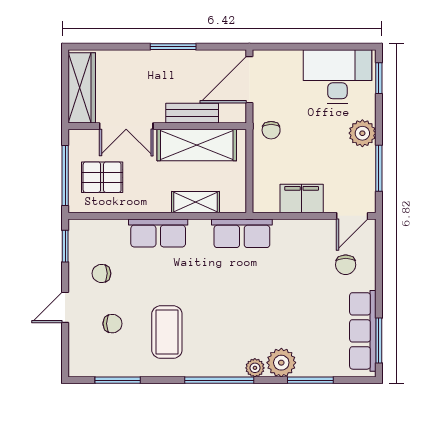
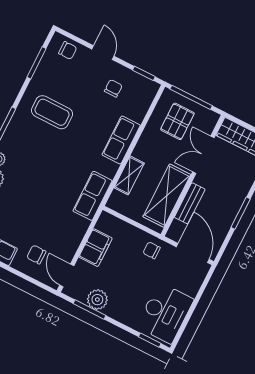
plant: (362, 133) -> (97, 300), moved
chair: (112, 324) -> (68, 50), moved, turned -90

